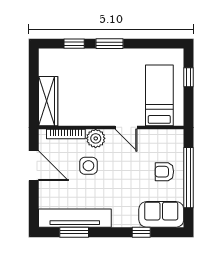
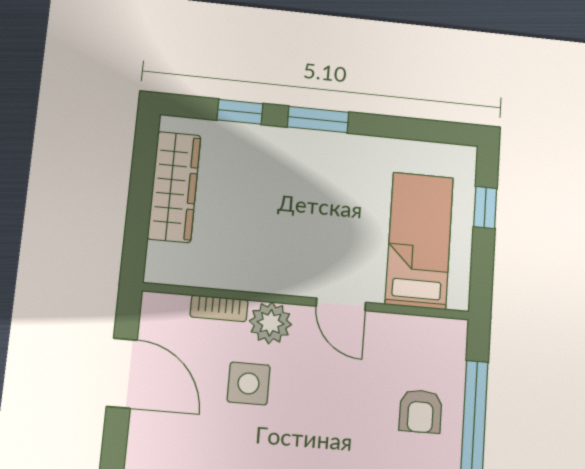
wardrobe: (48, 101) -> (174, 187), moved
bookcase: (66, 134) -> (219, 308), width x0.64
armchair: (164, 172) -> (420, 411), turned -90

